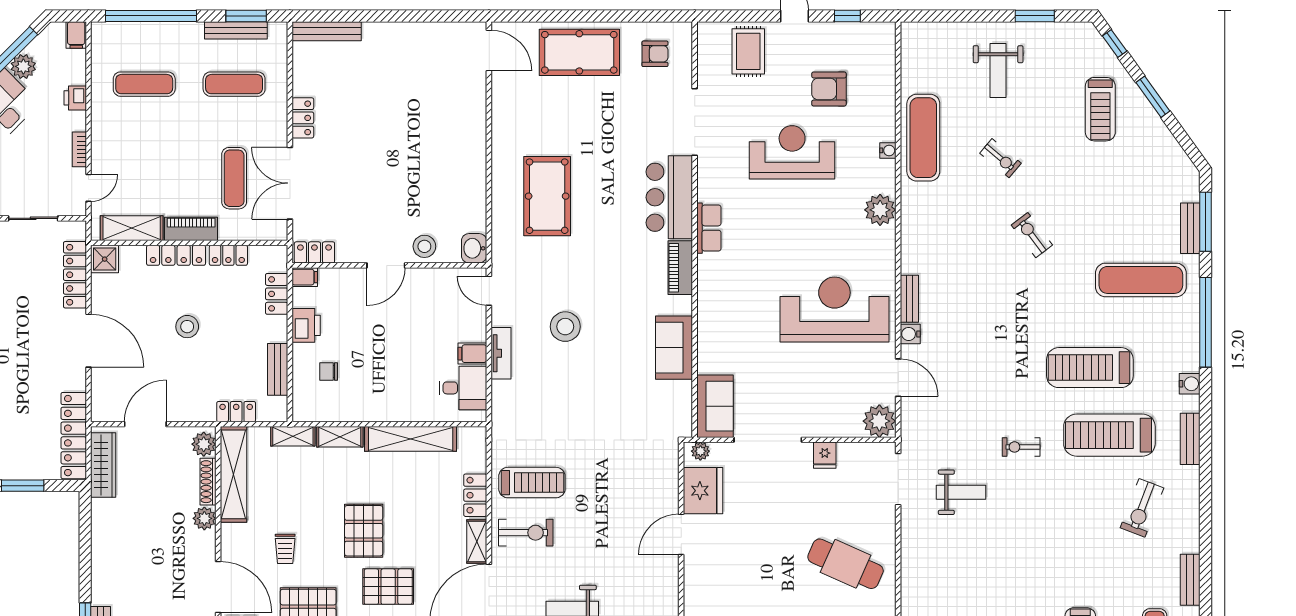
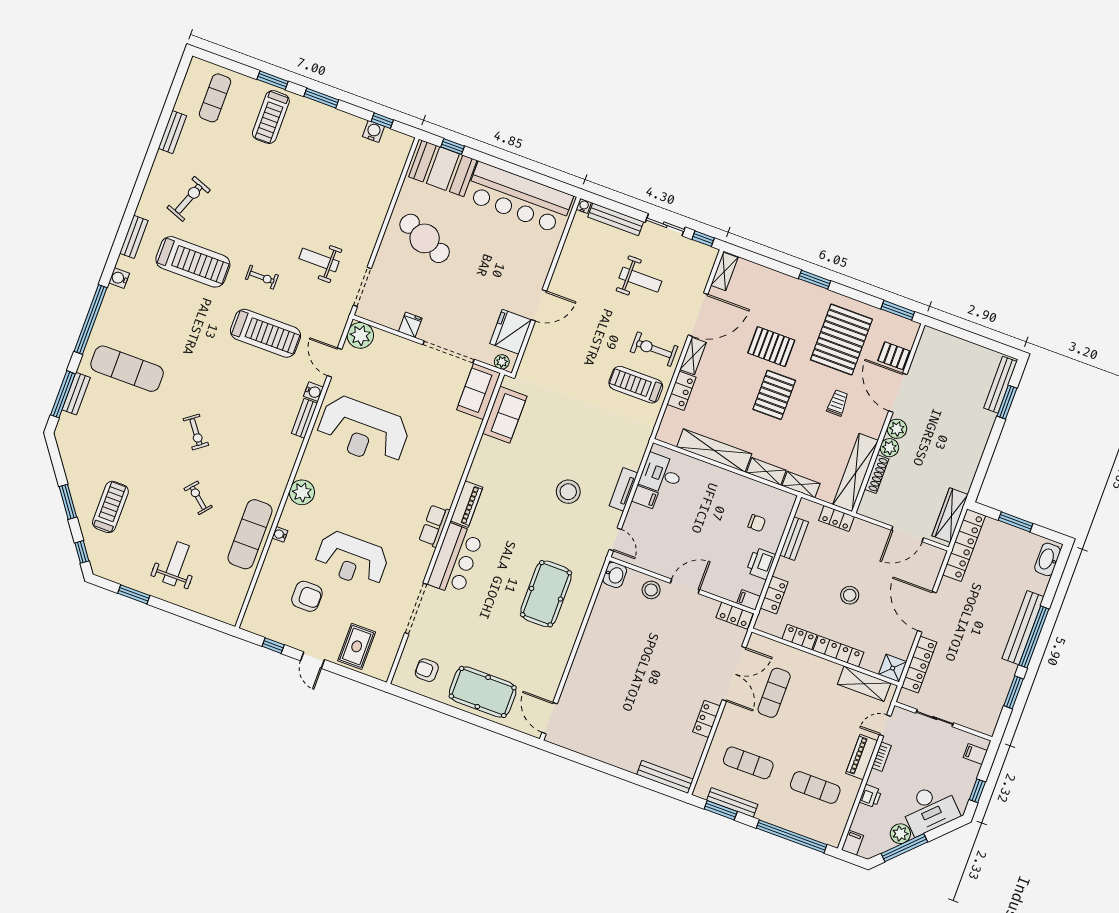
piano: (191, 229) -> (862, 757), moved, turned 90
sofa: (674, 348) -> (505, 415), moved
treadmill: (1090, 368) -> (265, 333), moved
plant: (204, 444) -> (897, 429), moved

